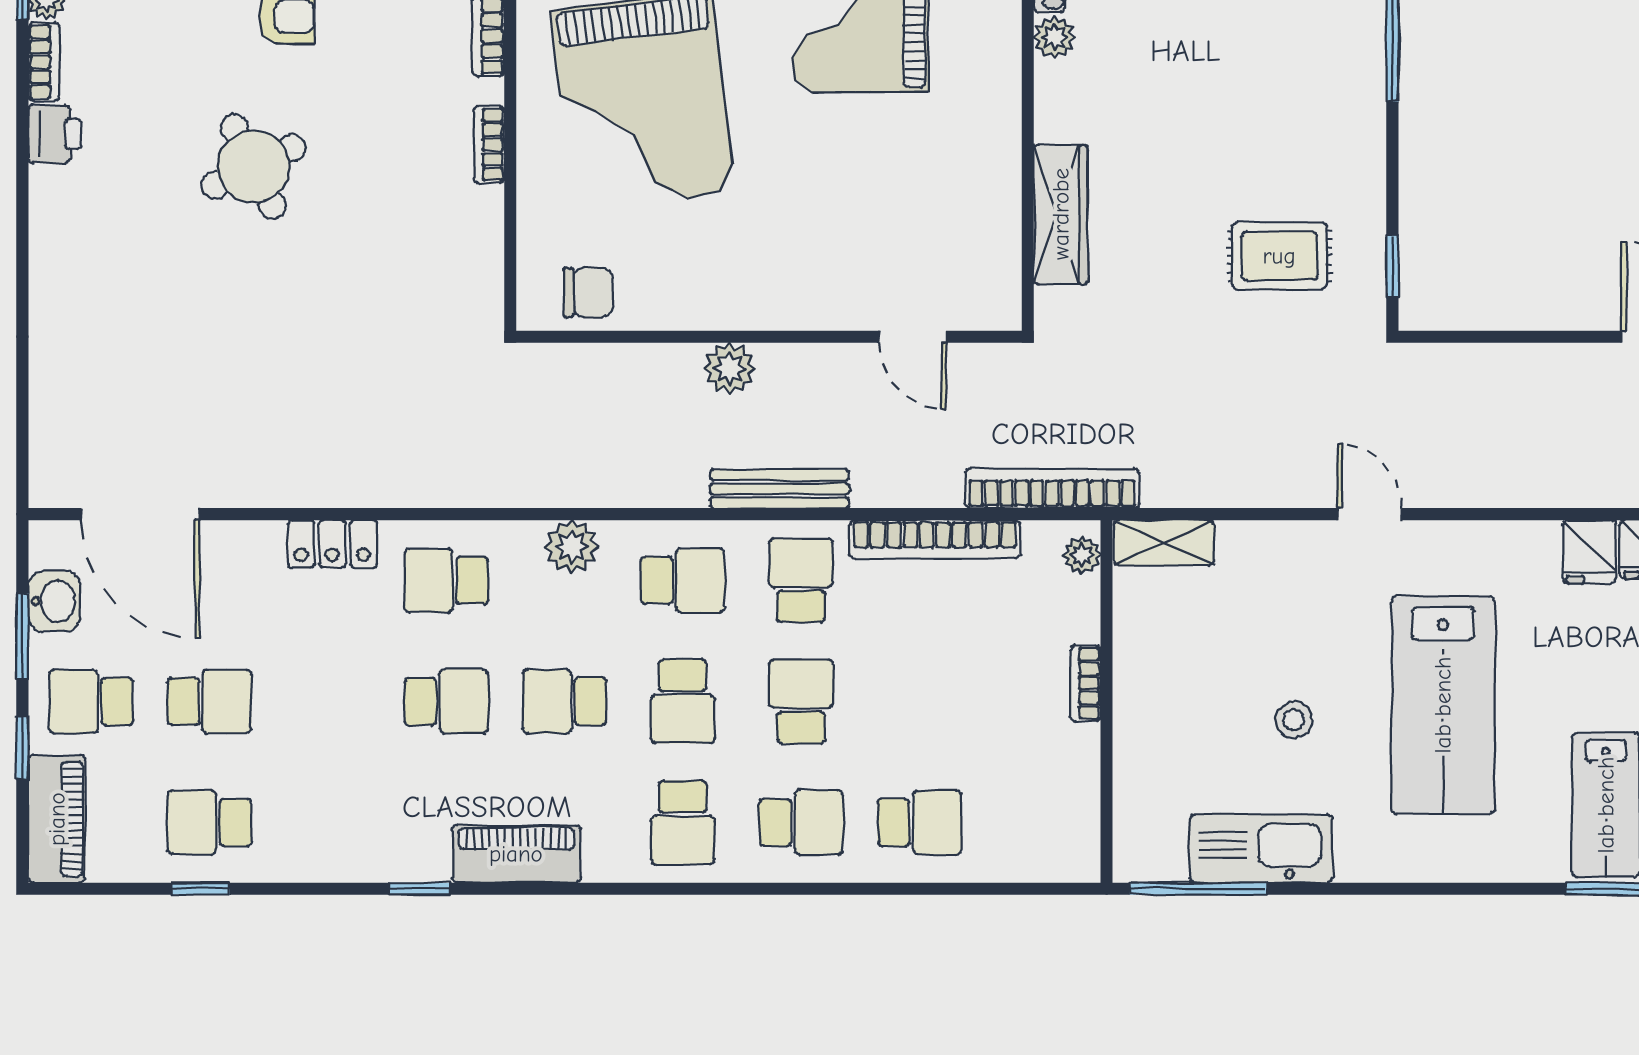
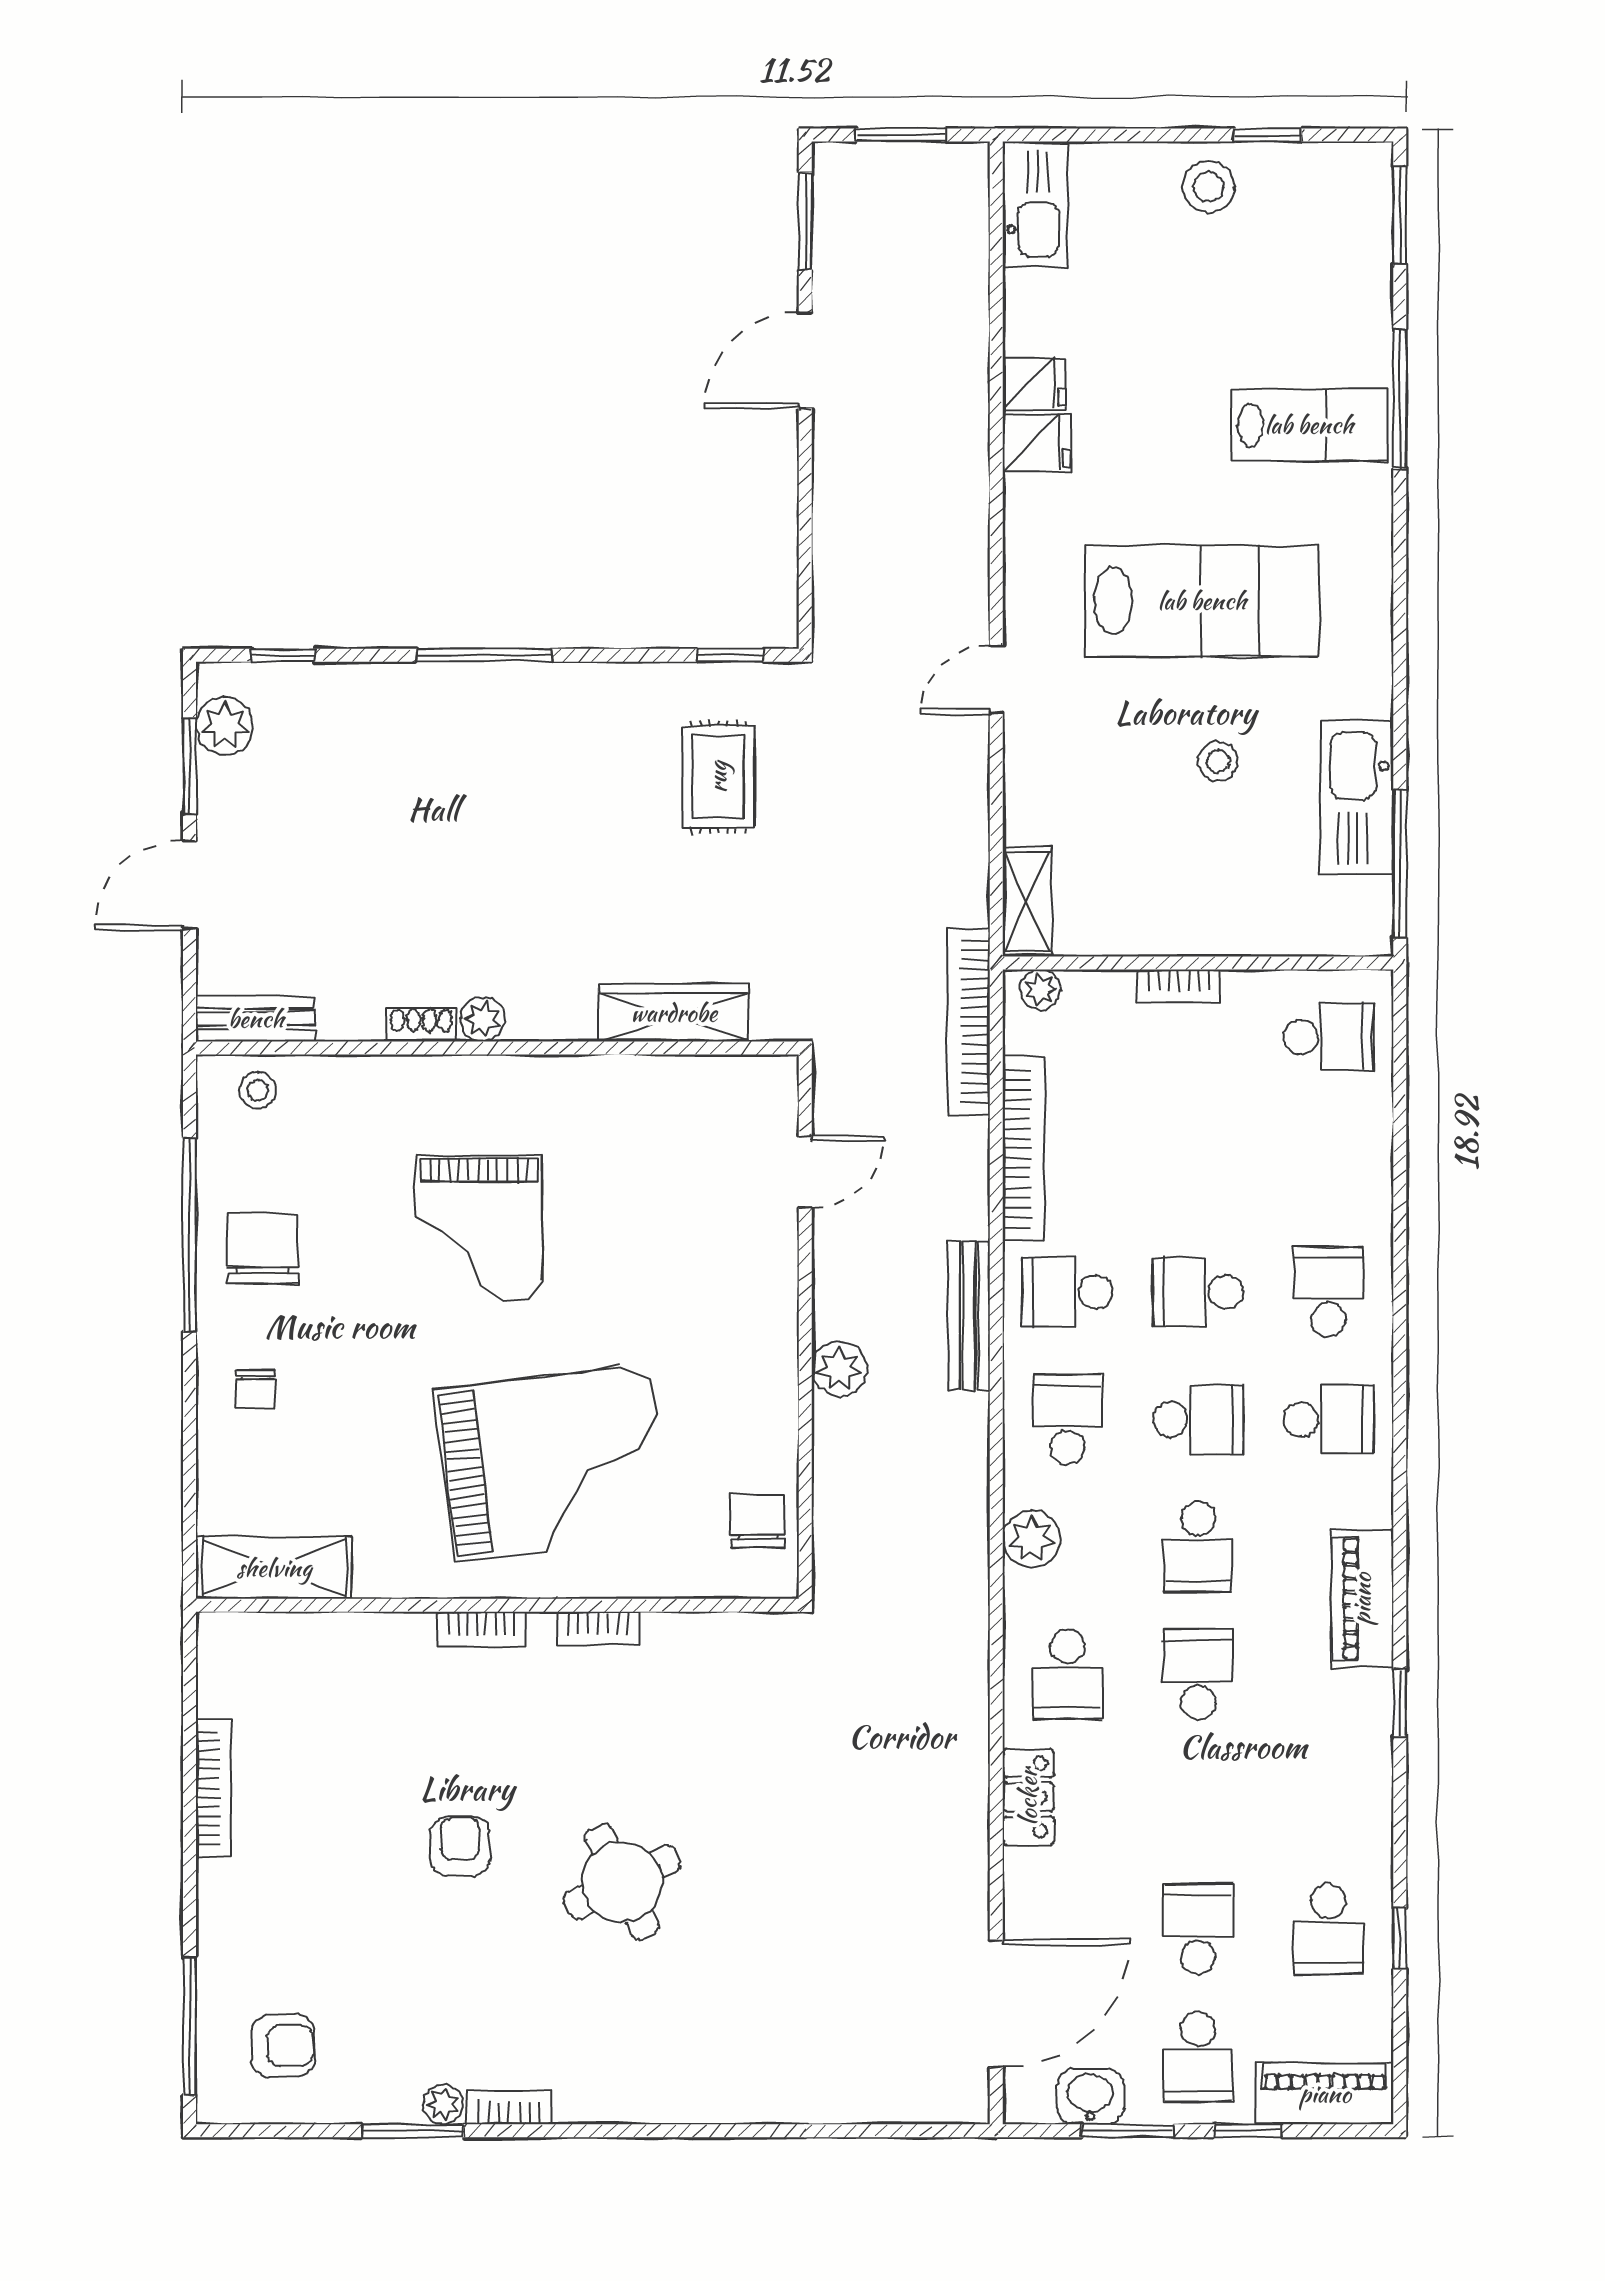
printer: (55, 134) -> (587, 2096), removed
school desk: (919, 823) -> (1329, 1037), moved, turned 90

